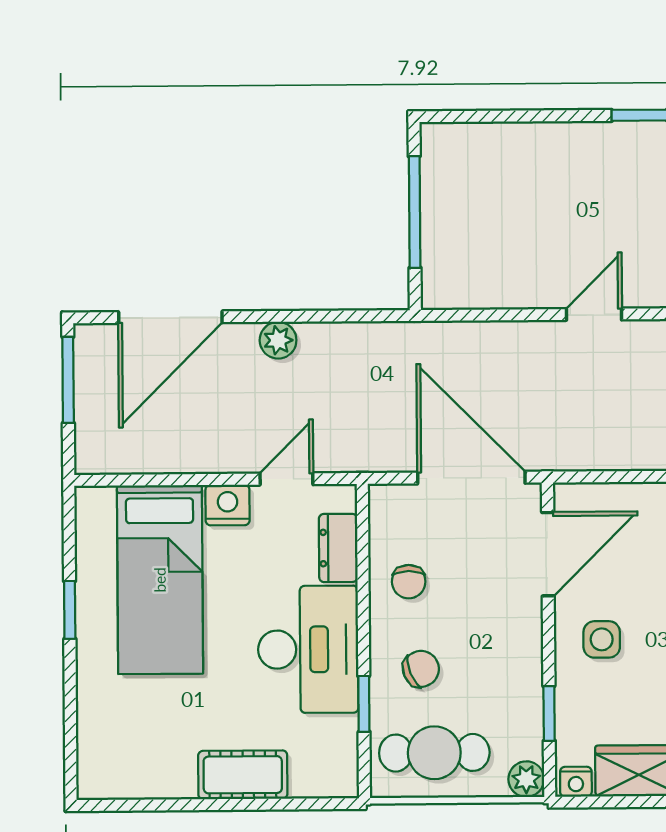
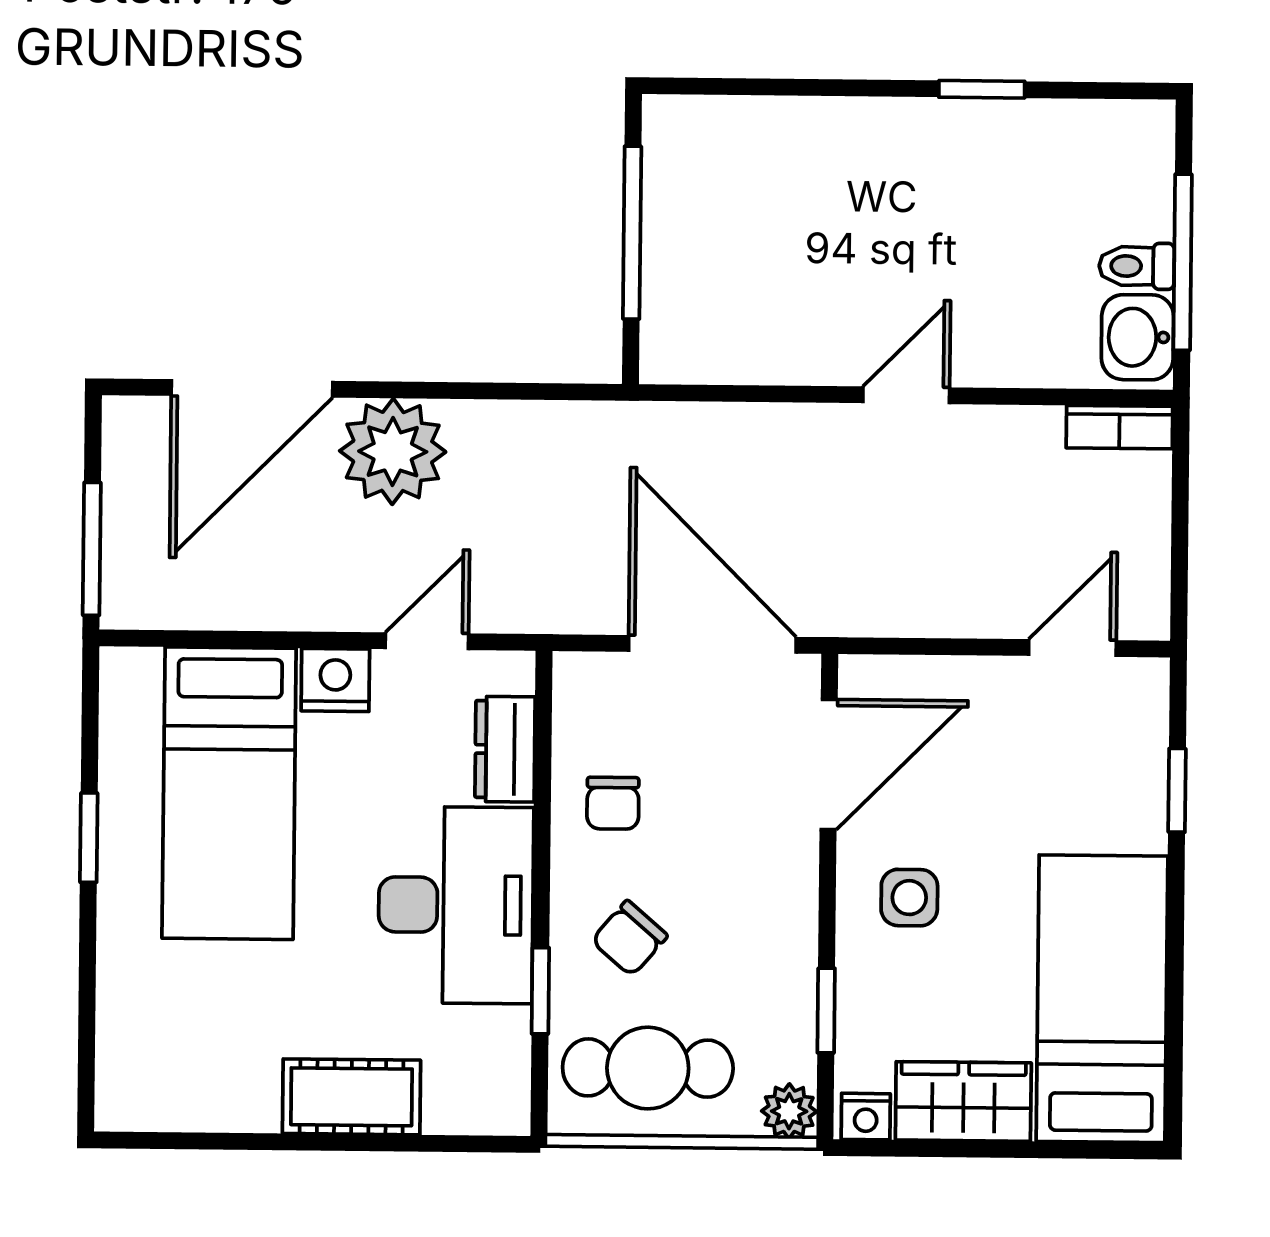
plant: (278, 340) -> (393, 451), width x1.88, depth x1.88
window: (68, 380) -> (92, 549), moved
chair: (421, 669) -> (629, 938), turned 153

